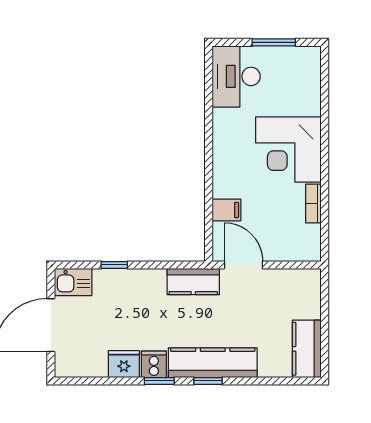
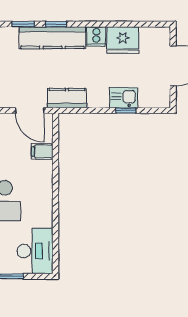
kitchen sink: (73, 282) -> (124, 98), moved
fridge: (124, 364) -> (123, 40), width x1.36, depth x1.34
window: (159, 381) -> (23, 24), moved

